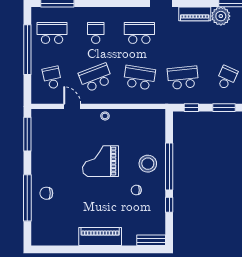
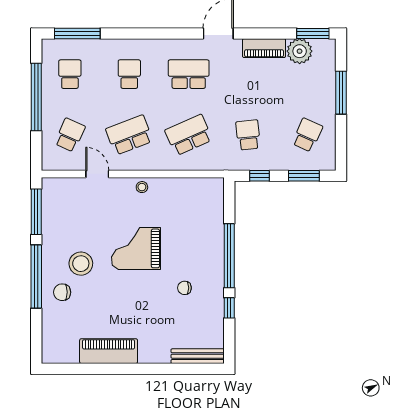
school desk: (52, 33) -> (70, 74), width x0.54
school desk: (52, 78) -> (70, 135), turned 36
school desk: (139, 78) -> (189, 135), turned -33
school desk: (183, 78) -> (248, 135), width x0.54
stool: (148, 164) -> (81, 264), moved
window: (27, 198) -> (36, 277), moved
piano: (100, 236) -> (109, 351), moved
bench: (151, 240) -> (198, 356), width x1.36

